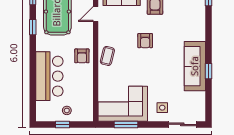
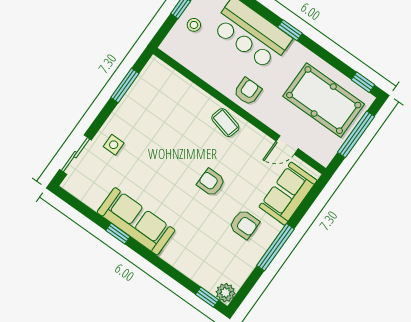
door: (96, 14) -> (287, 145), swing flipped
window: (33, 27) -> (290, 30), moved
armchair: (82, 56) -> (248, 91), turned 90
corner sofa: (123, 104) -> (153, 100), removed

